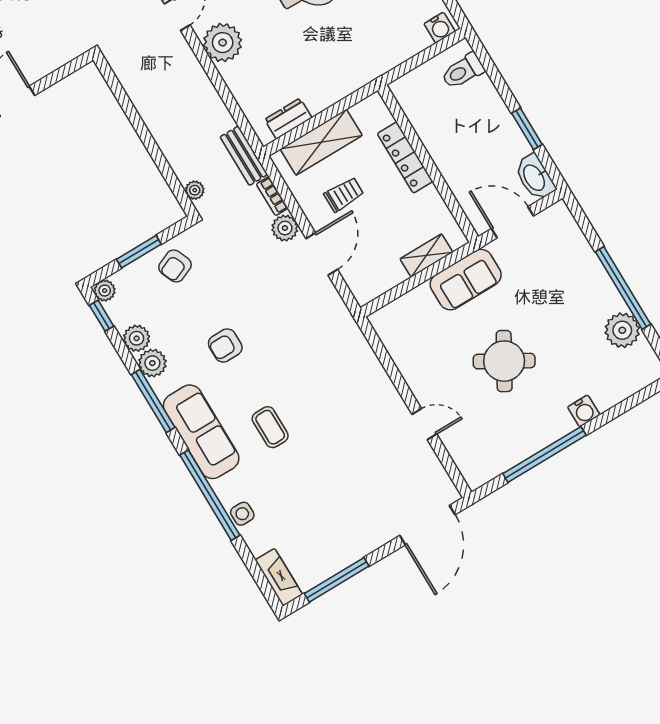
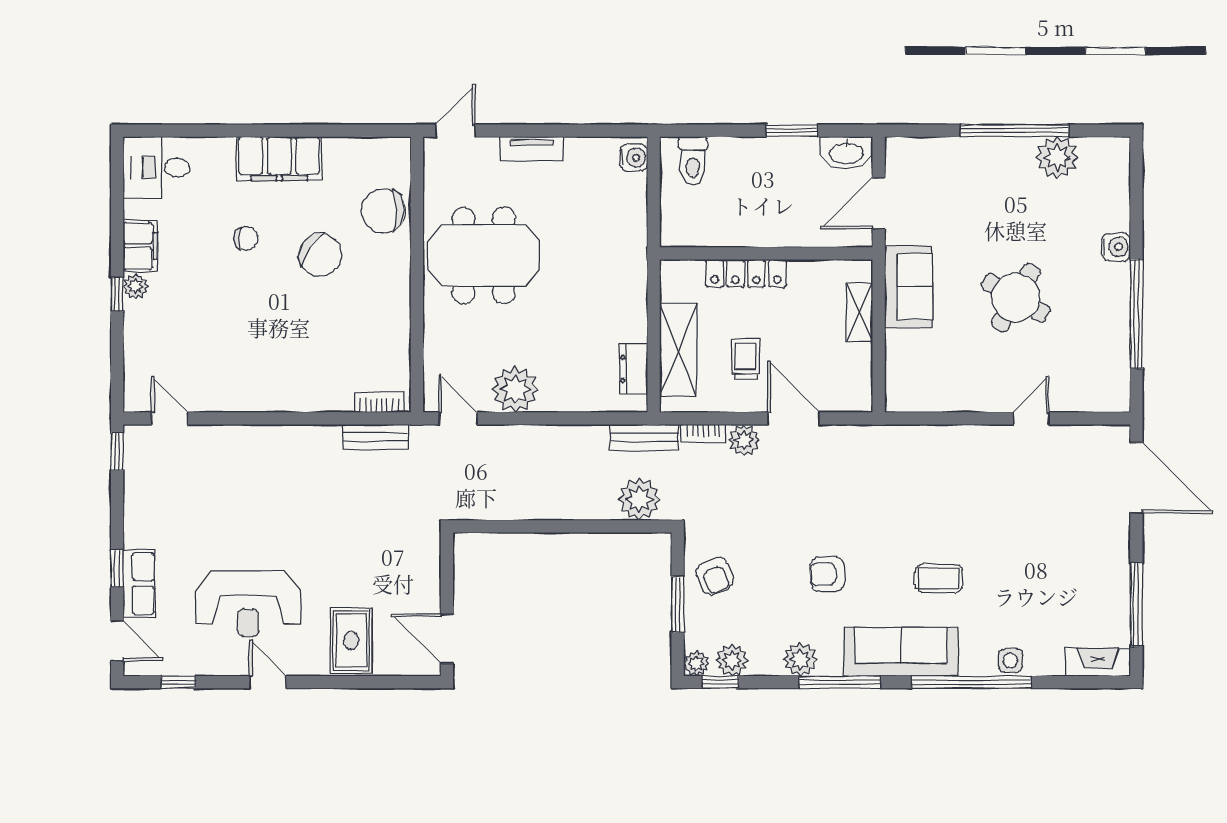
plant: (195, 190) -> (639, 499), width x1.88, depth x1.88
plant: (137, 338) -> (732, 660), moved
armchair: (225, 346) -> (827, 574), turned 86

